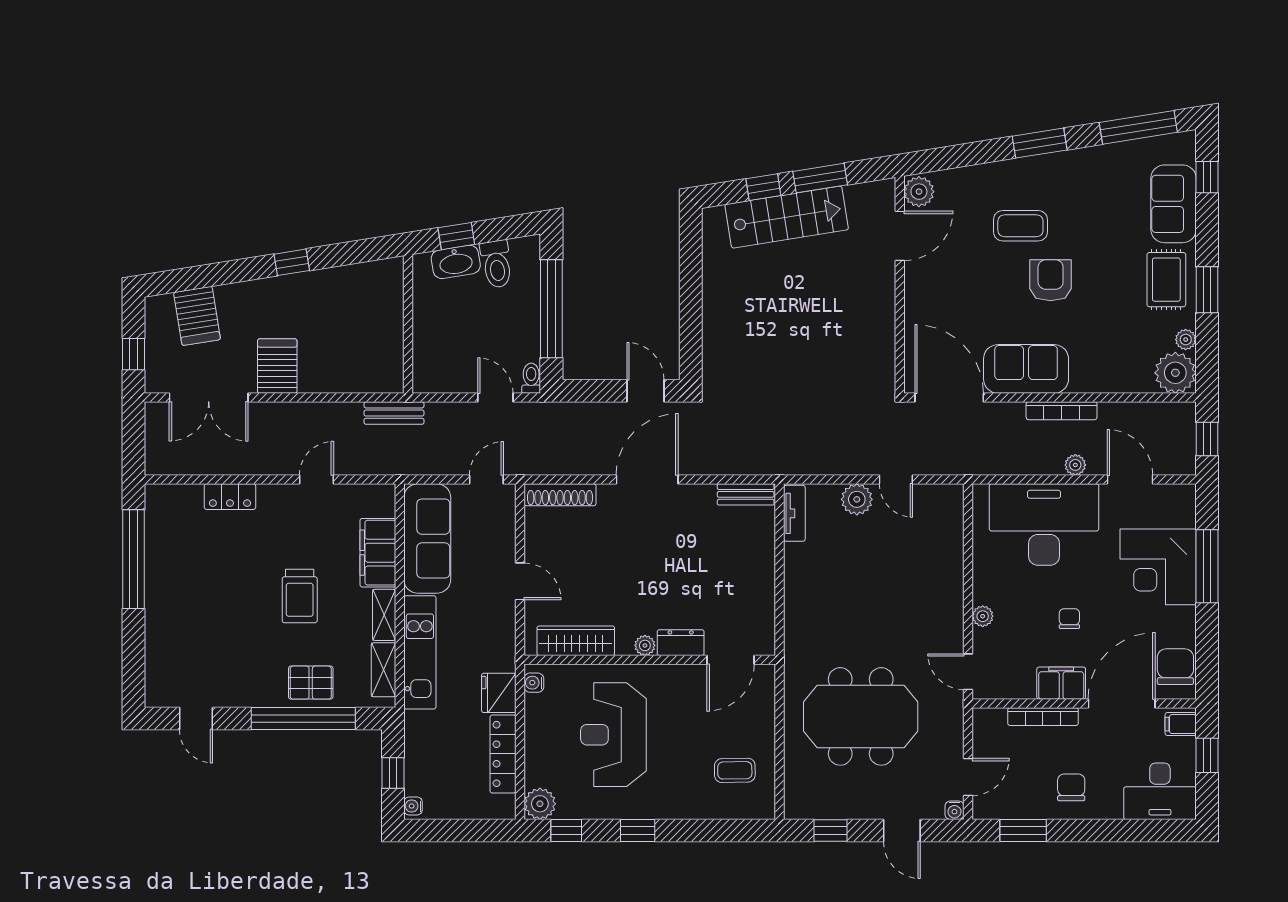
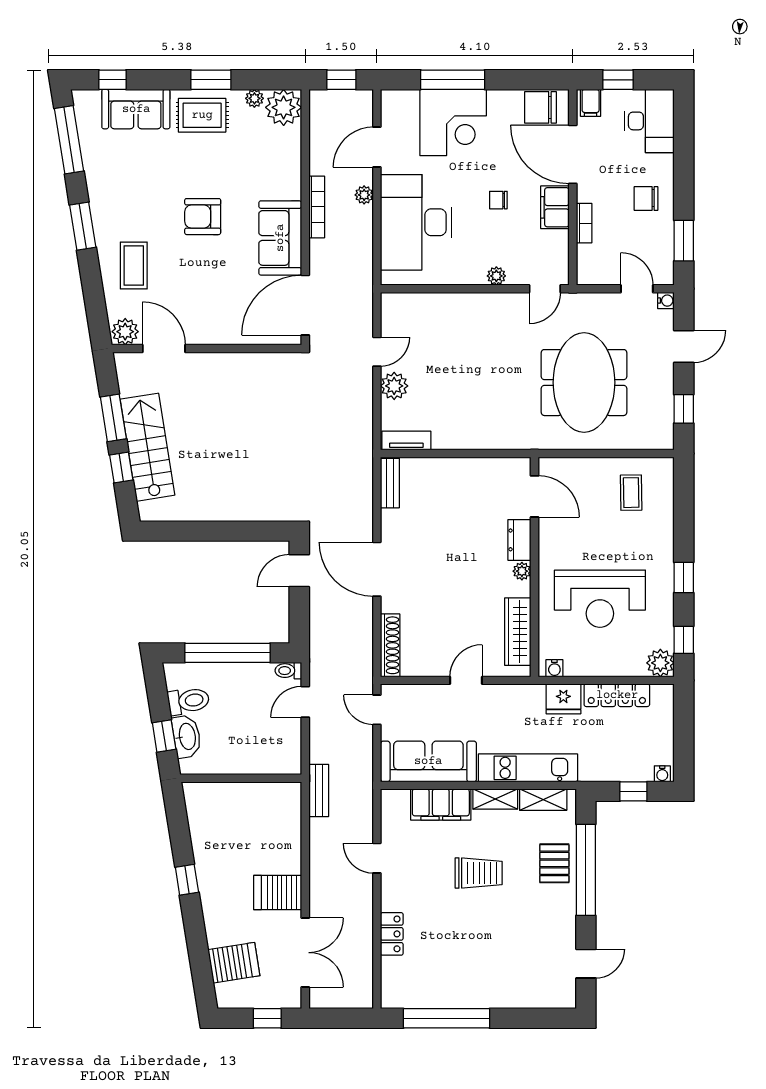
coffee table: (1020, 226) -> (134, 265), moved
bookcase: (1043, 717) -> (584, 223), width x0.64

